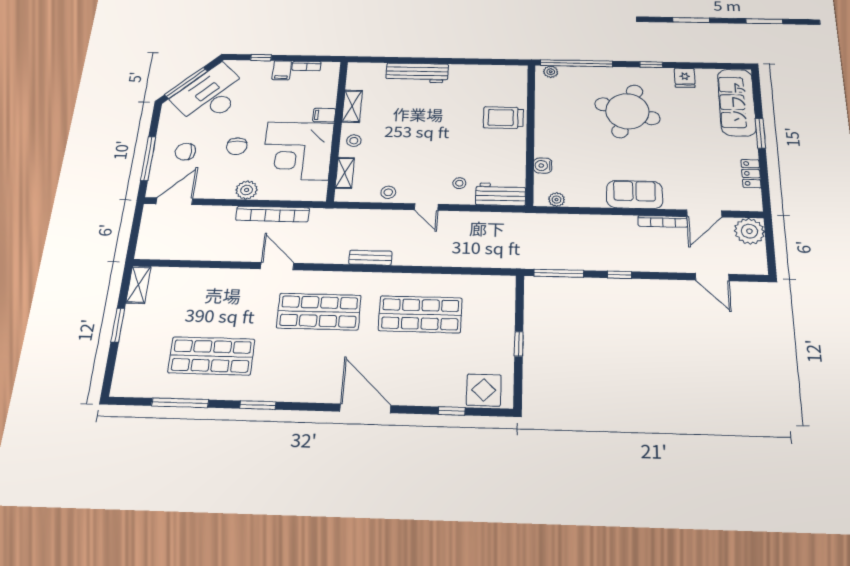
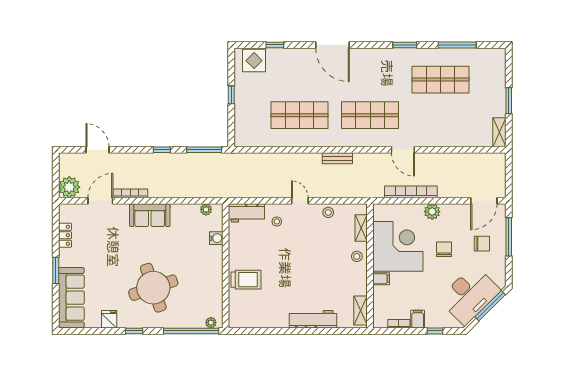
shelving: (352, 106) -> (361, 310), moved
round table: (627, 111) -> (153, 288), turned -37

